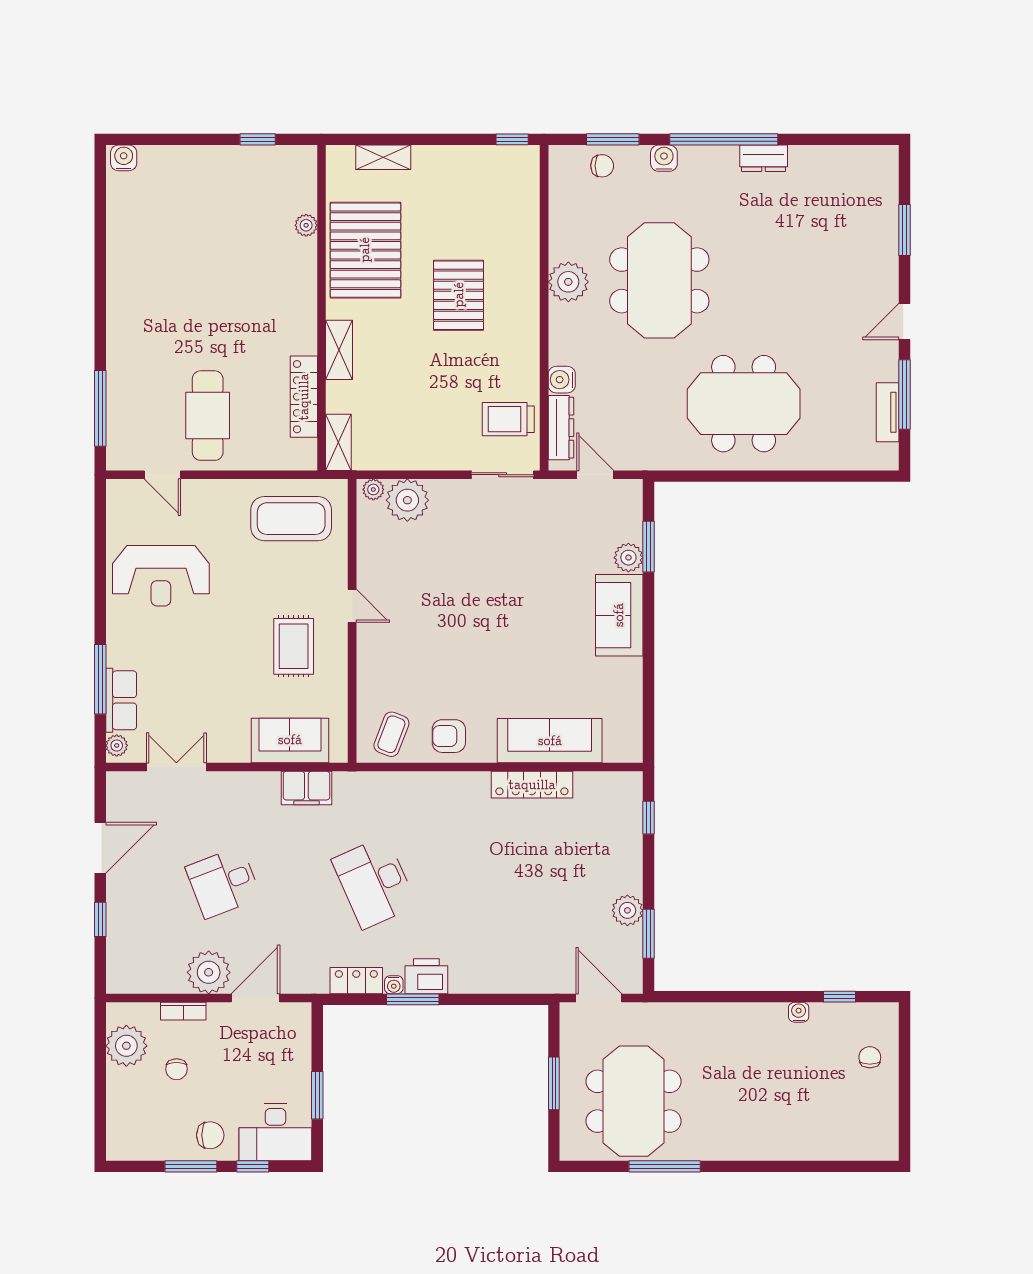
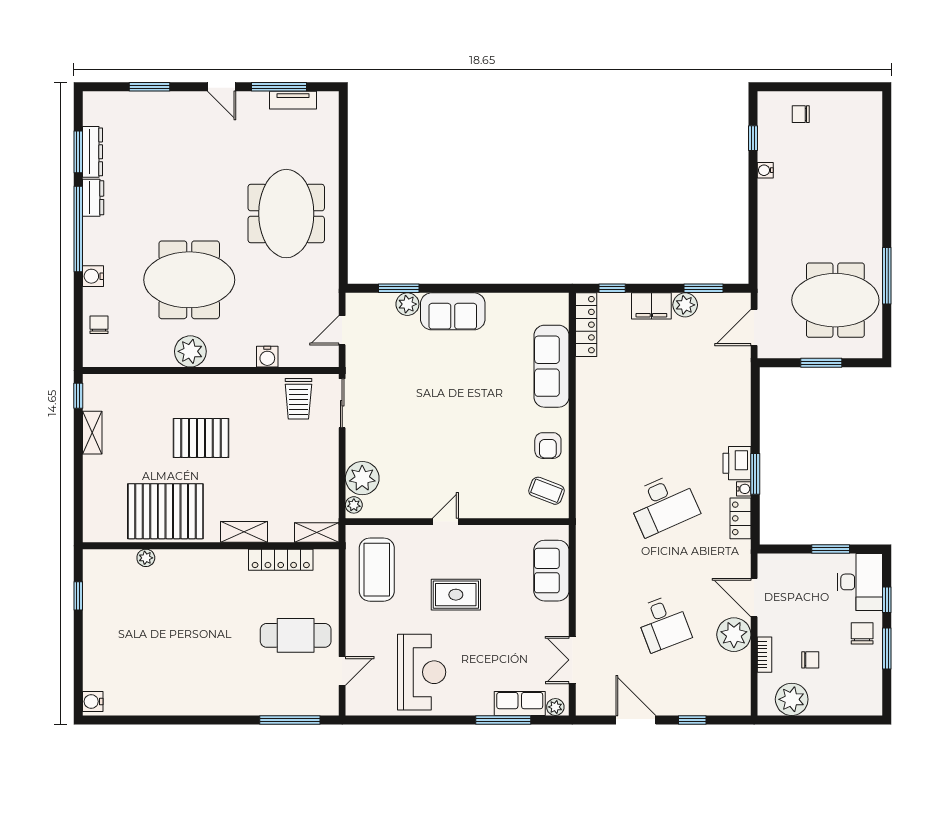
window: (613, 139) -> (78, 152), moved
shelving: (383, 157) -> (92, 433), moved
dresser: (561, 428) -> (93, 152), moved, turned 90
rug: (294, 646) -> (456, 595), moved
locker: (532, 785) -> (586, 325), moved
filing cabinet: (306, 788) -> (651, 306), moved, turned 90

